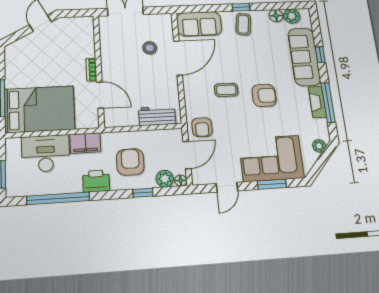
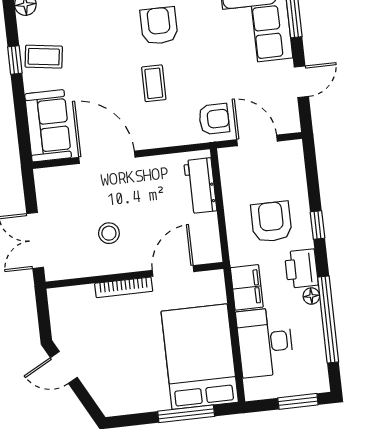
stool: (150, 48) -> (109, 233), moved
bookcase: (91, 70) -> (124, 287), width x1.56
armchair: (130, 162) -> (271, 222), turned 90
plant: (165, 179) -> (293, 171), removed
floor lamp: (181, 181) -> (311, 296), moved
door: (227, 187) -> (301, 82), hinge flipped
window: (143, 193) -> (317, 225), moved

